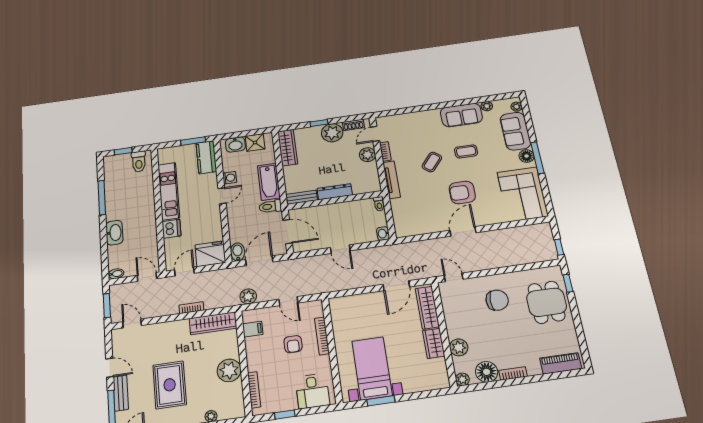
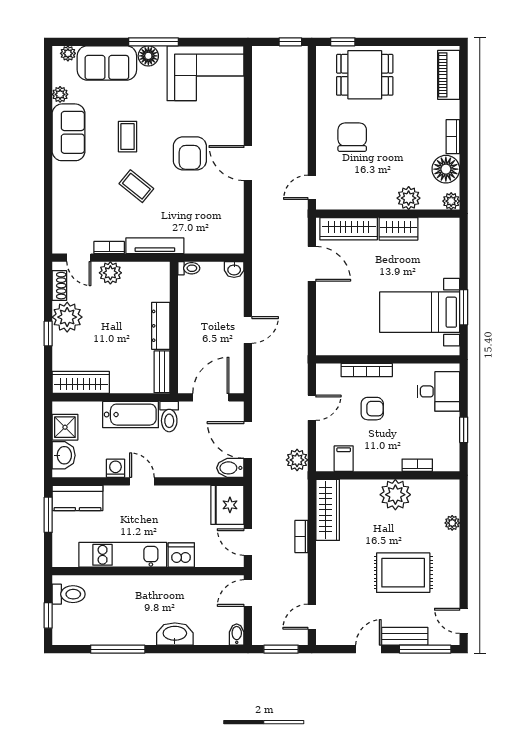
bookcase: (254, 390) -> (417, 465), width x0.64

